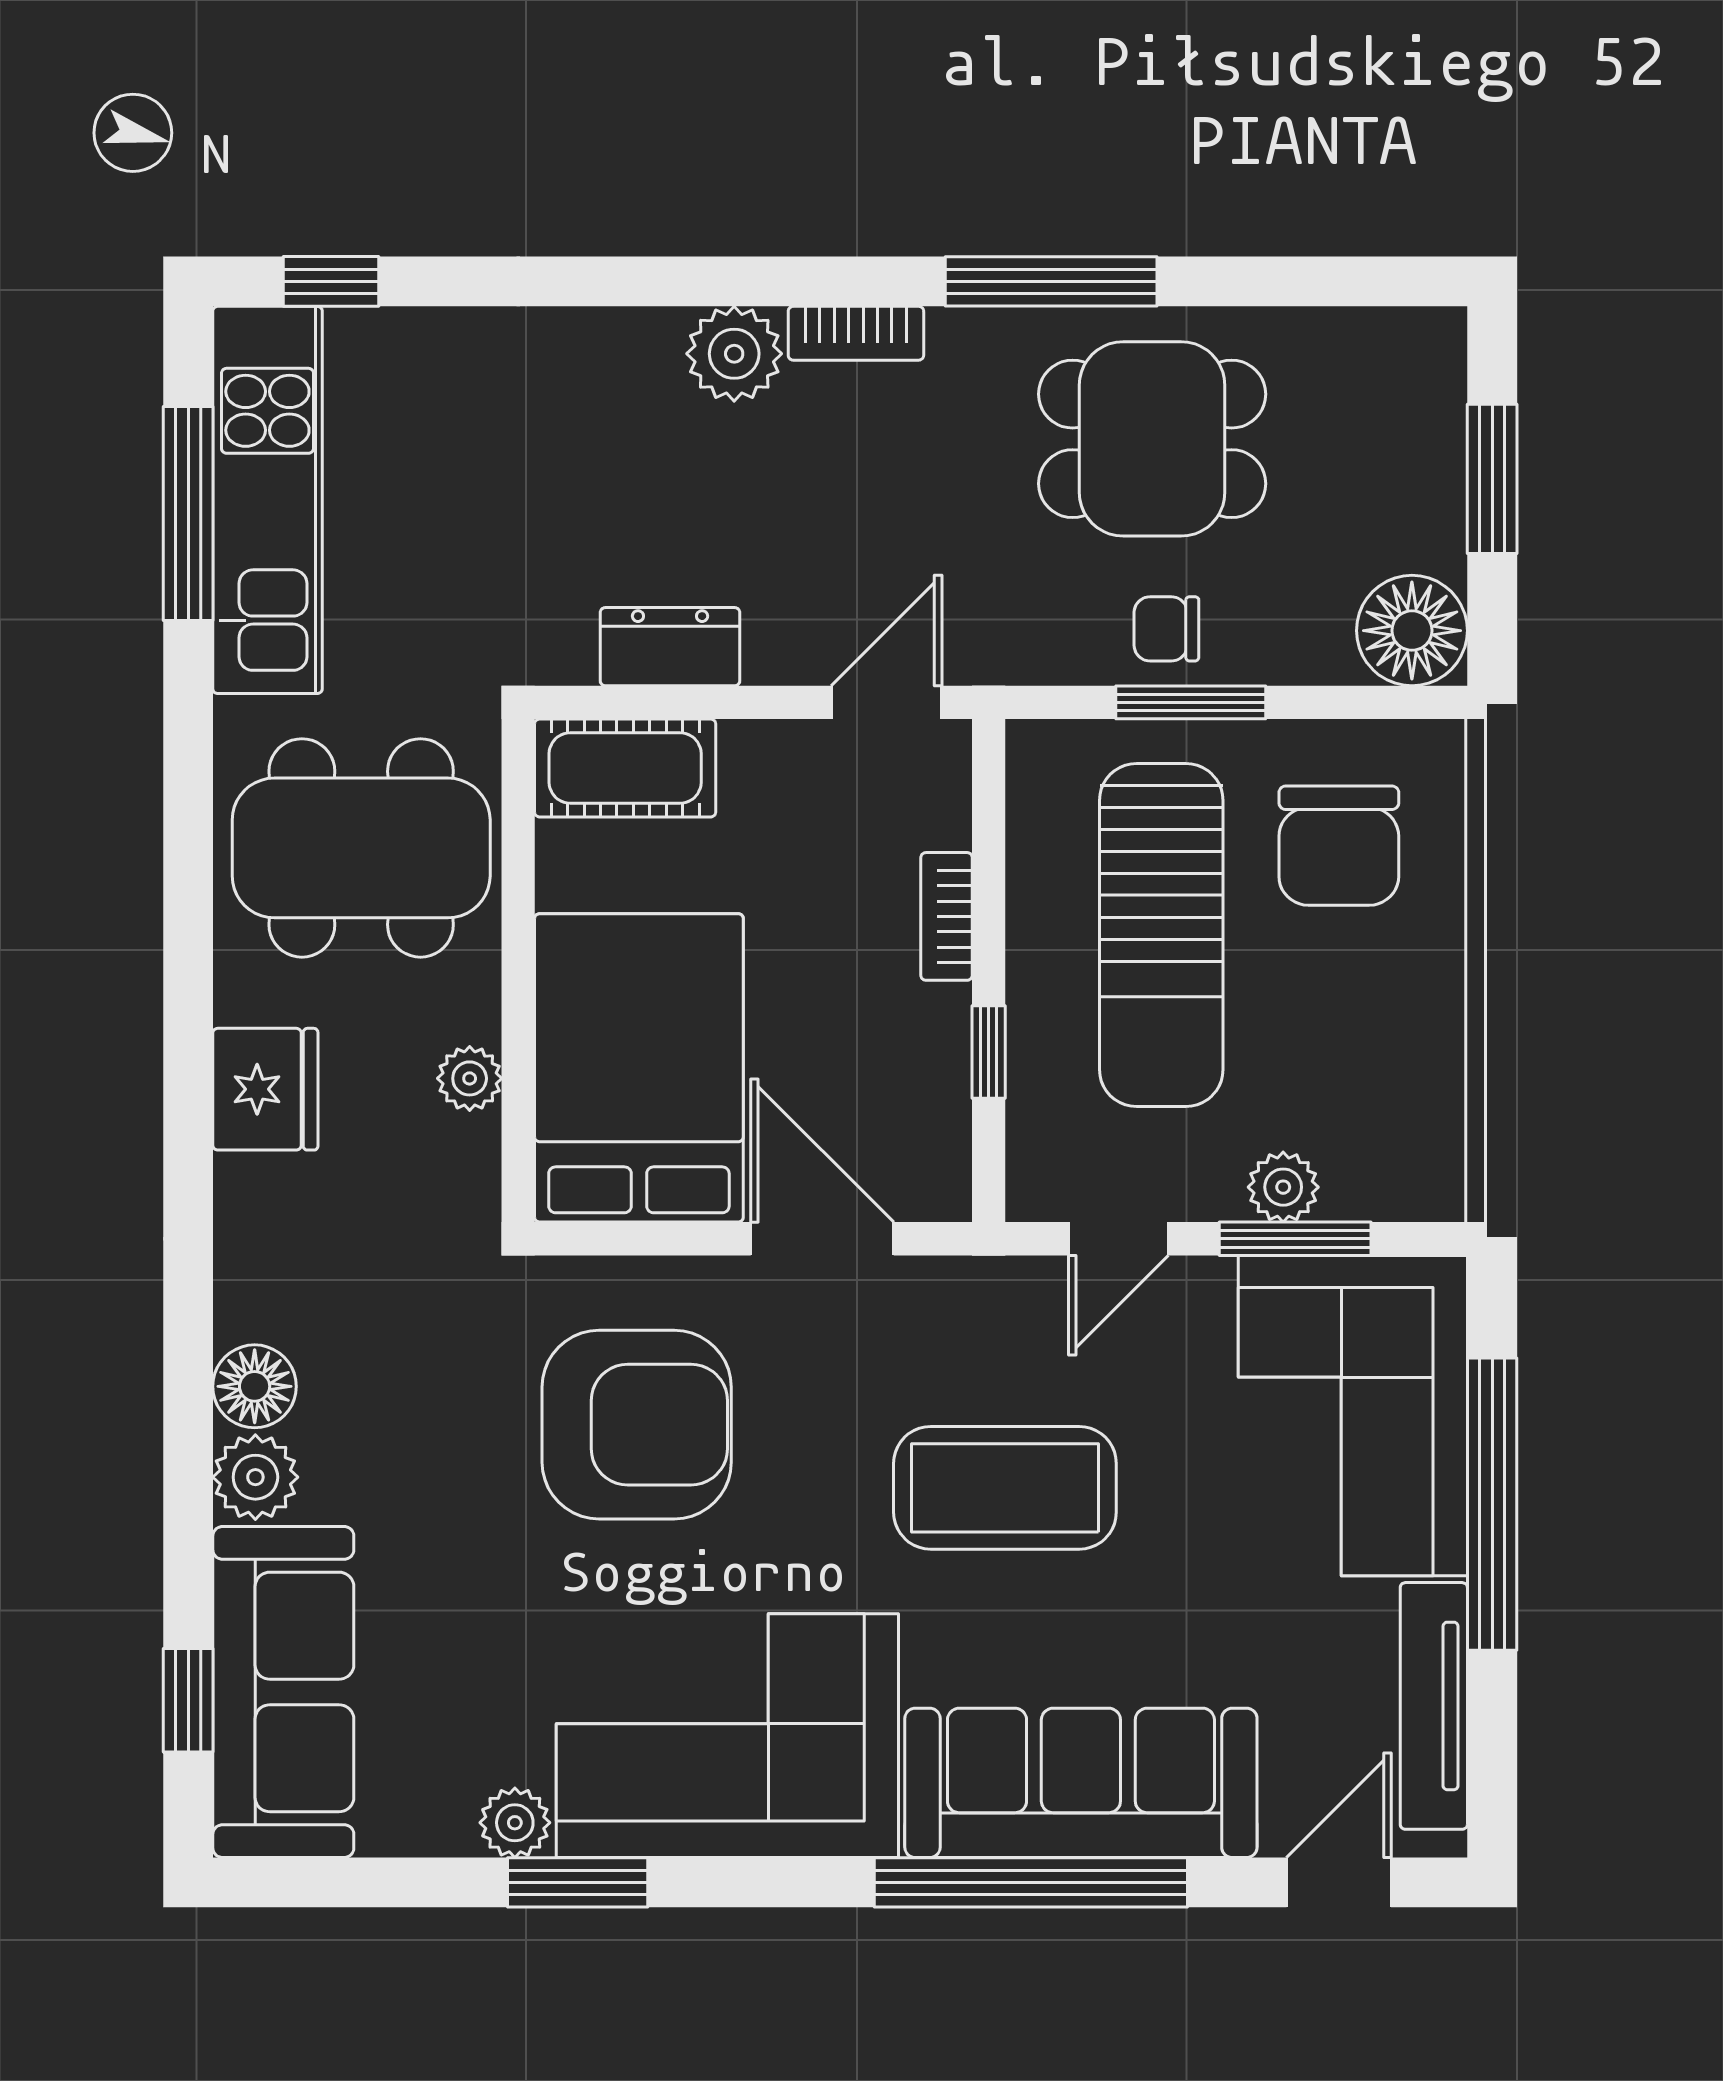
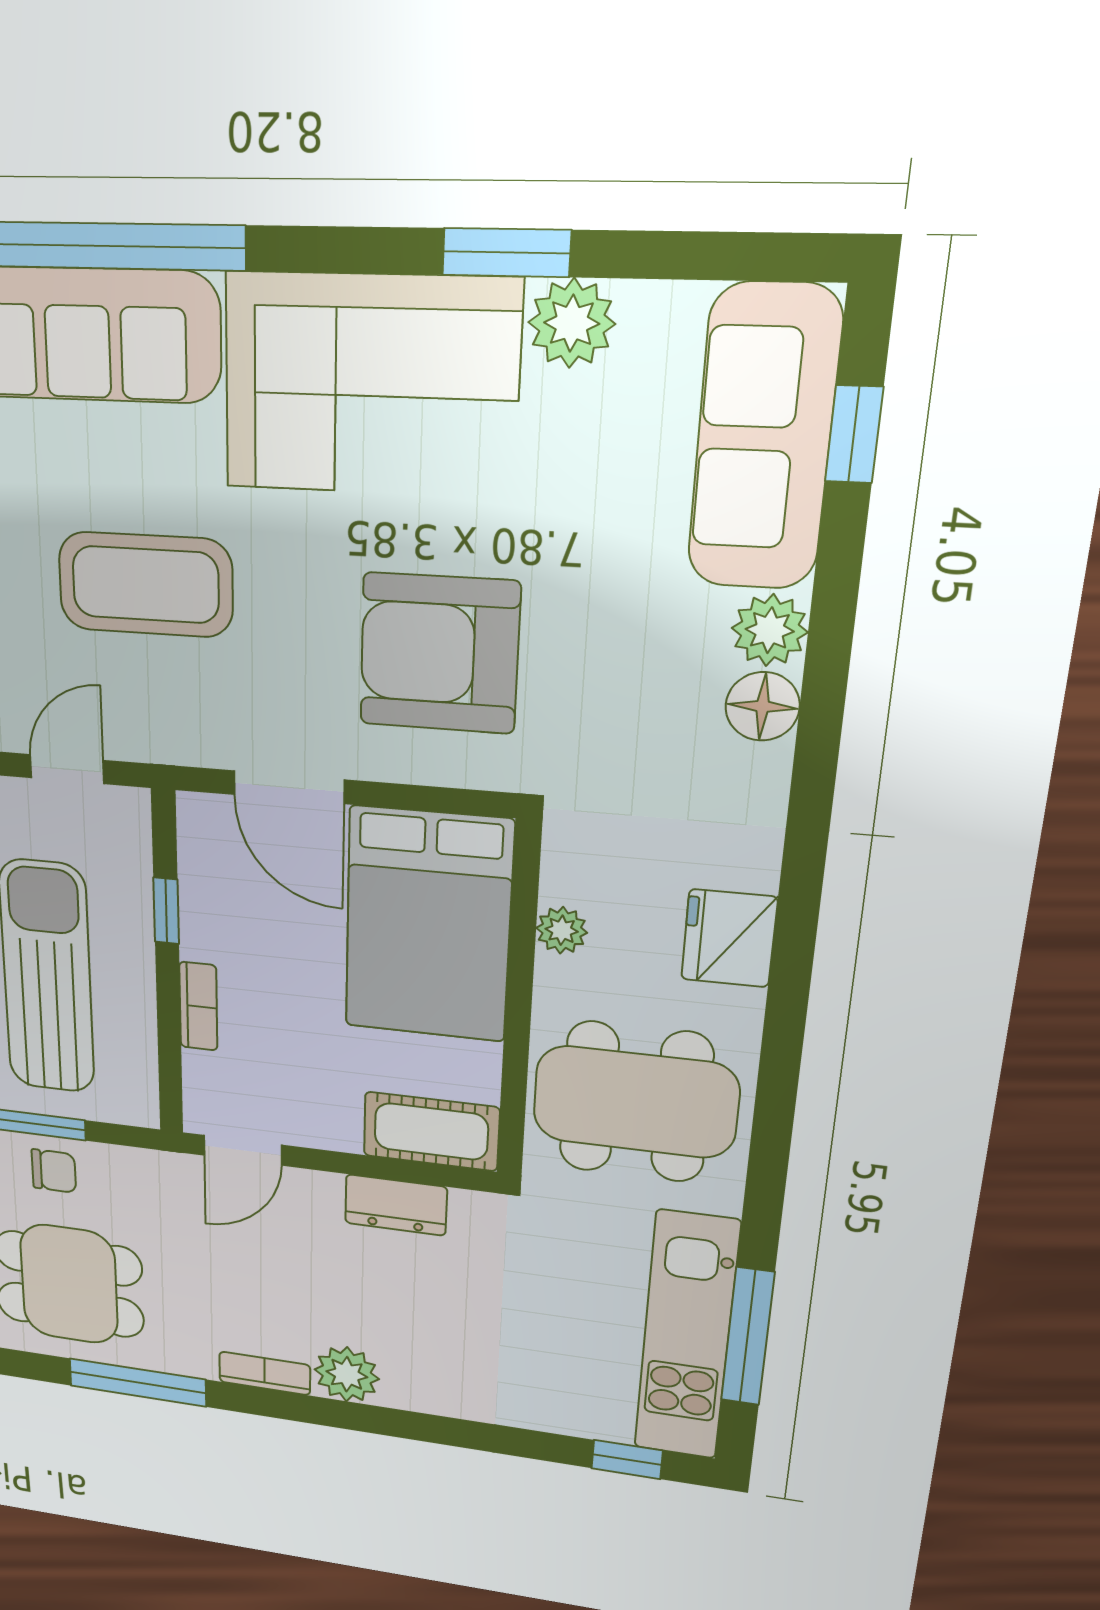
plant: (515, 1823) -> (572, 323), width x1.38, depth x1.38

